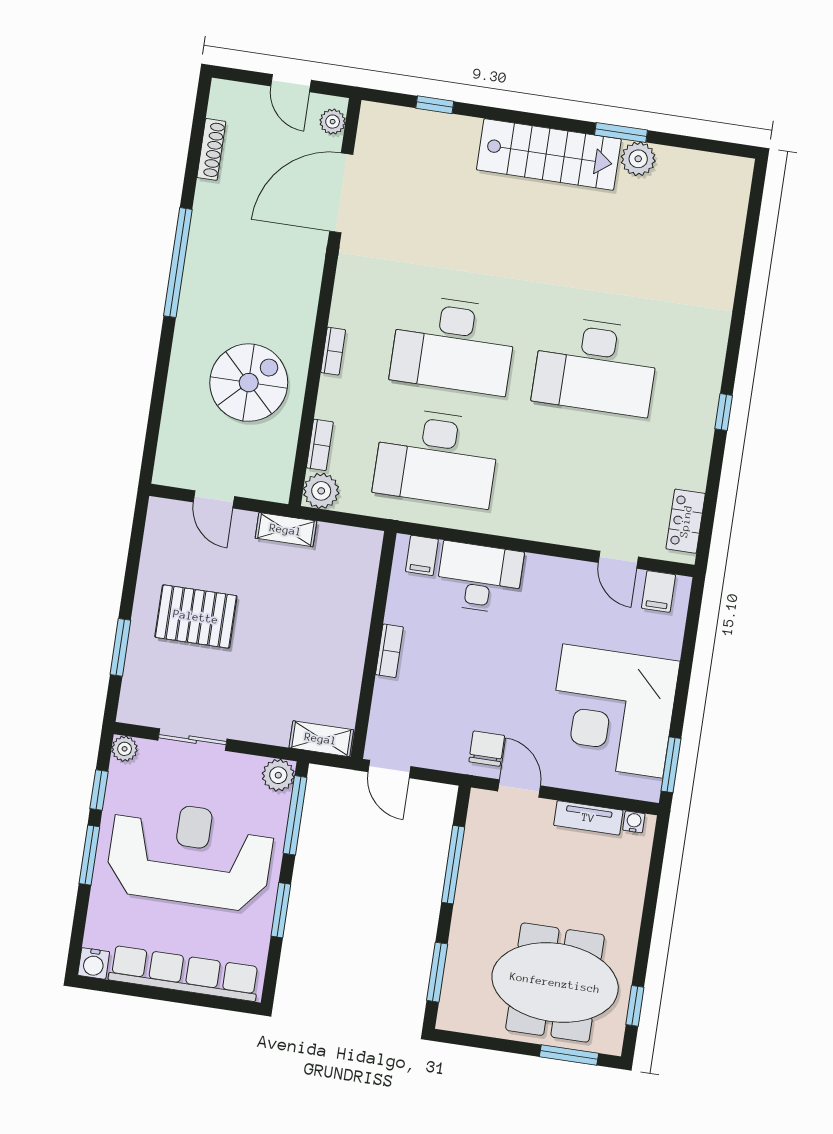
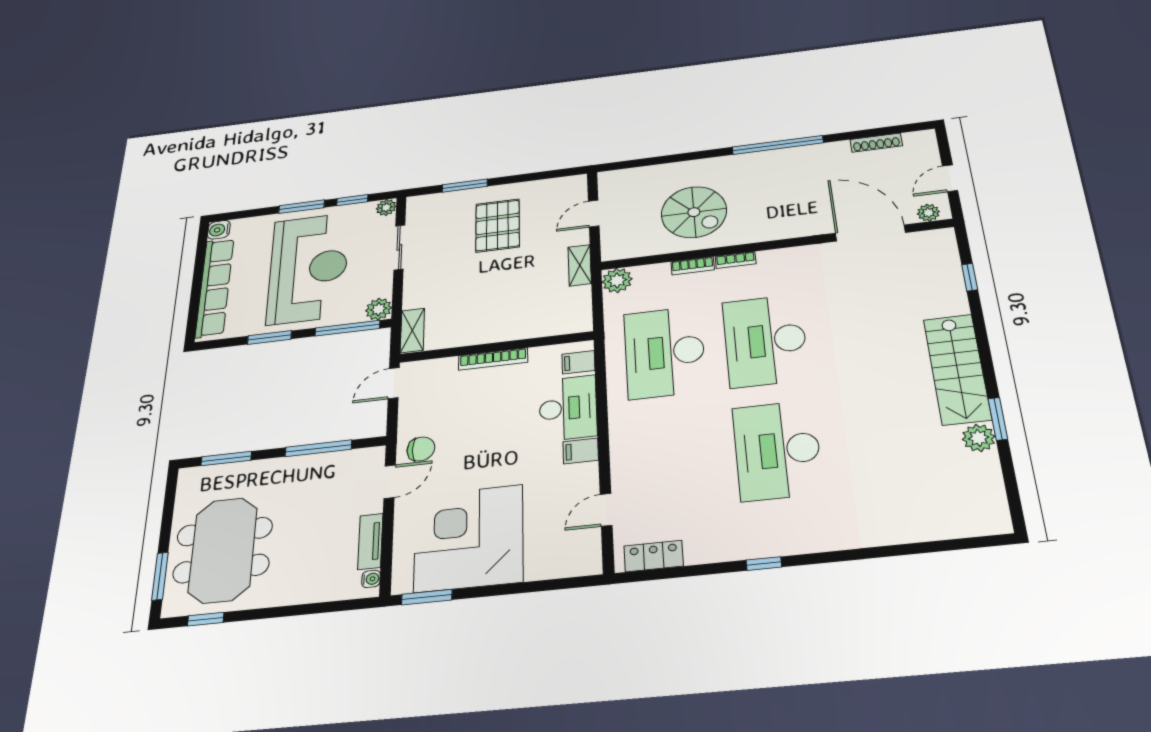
bookcase: (320, 445) -> (693, 266), moved
filing cabinet: (658, 591) -> (581, 451), moved
bookcase: (389, 651) -> (493, 359), width x1.56

